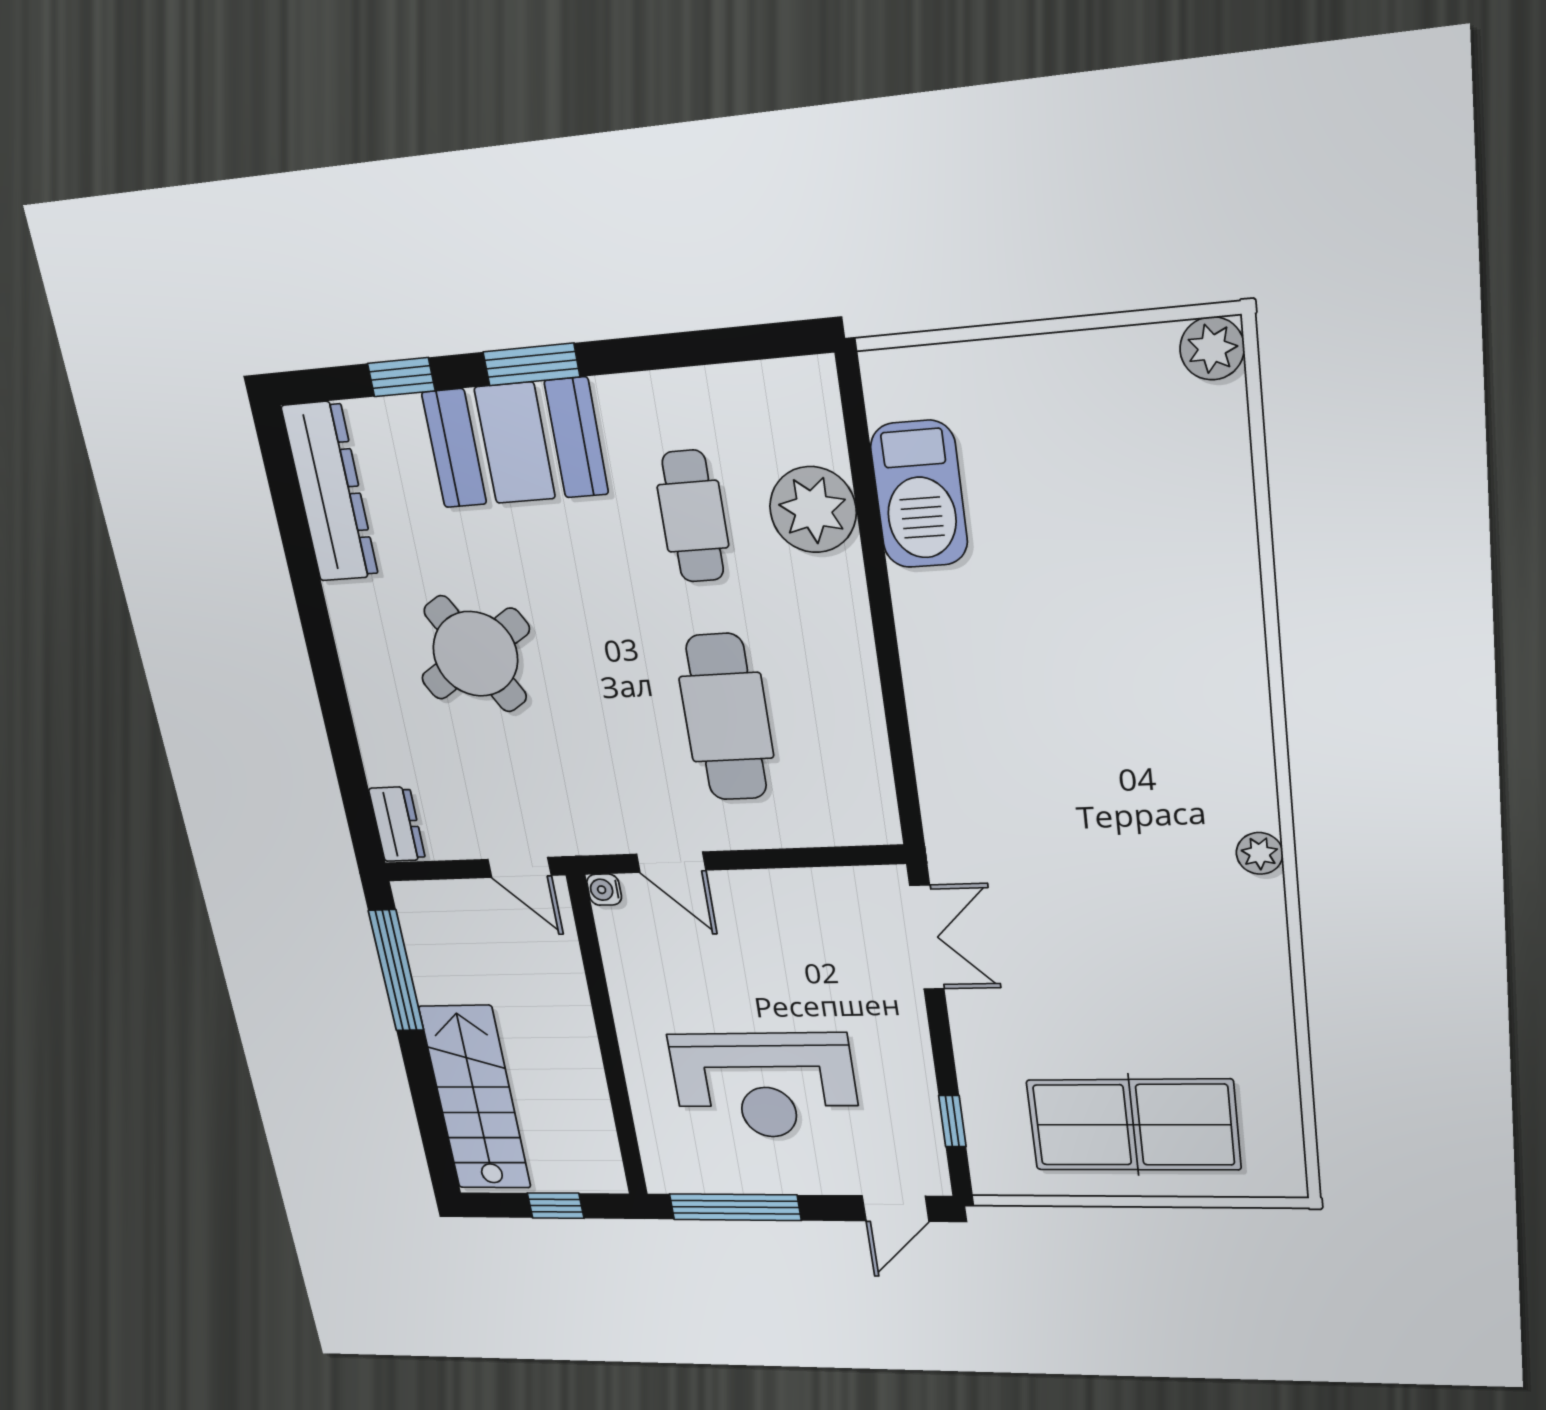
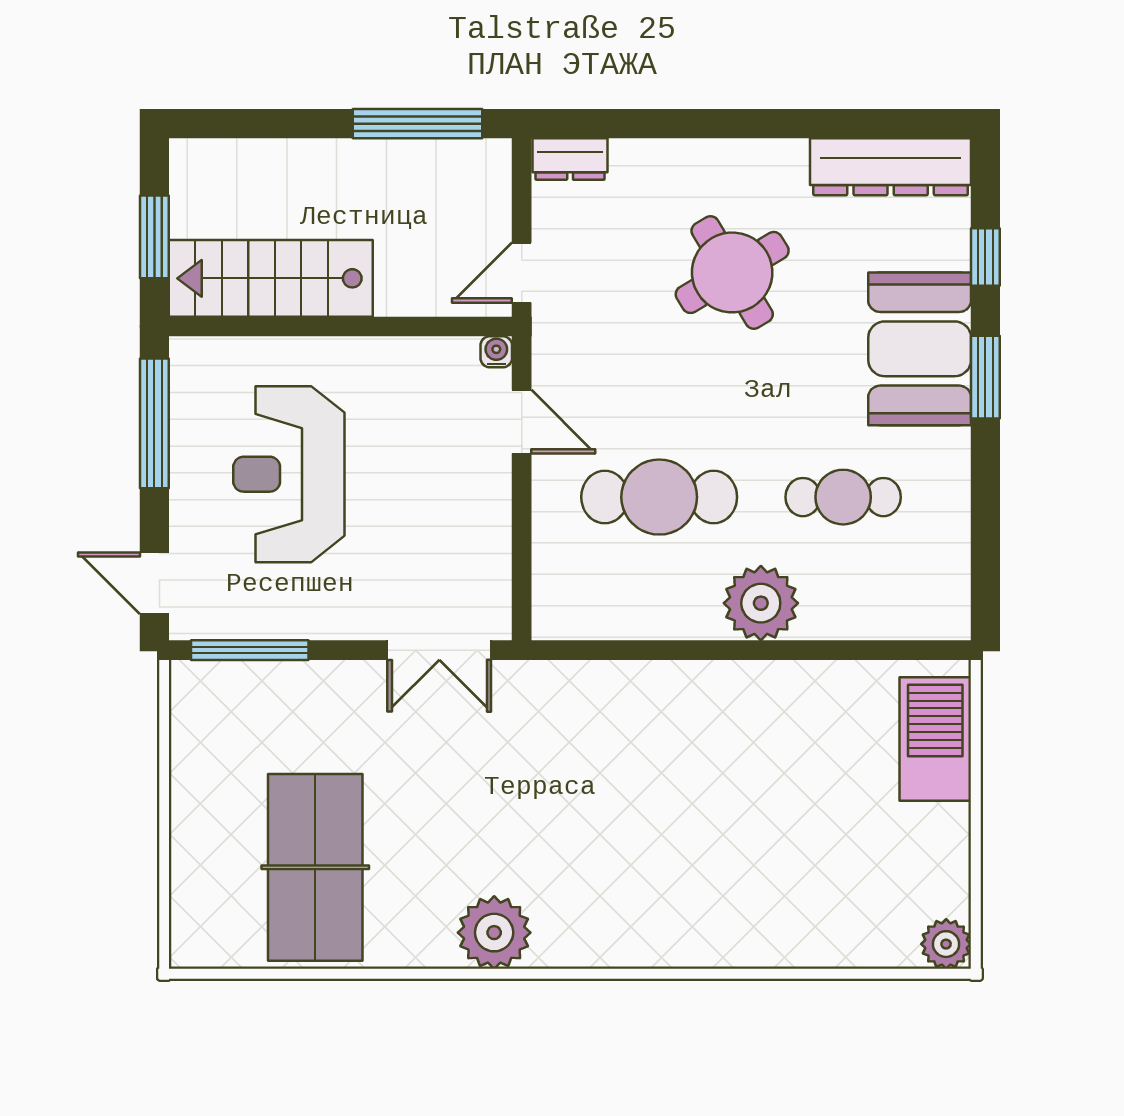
barbecue: (919, 494) -> (935, 739), moved, turned 90
plant: (813, 510) -> (761, 603), moved
plant: (1260, 853) -> (494, 933), width x1.88, depth x1.88
door: (671, 862) -> (522, 422), swing flipped
stairs: (475, 1098) -> (271, 278), moved, turned 180
window: (952, 1121) -> (250, 650), width x2.17
table tennis table: (1133, 1125) -> (315, 867), moved
window: (556, 1206) -> (154, 237), width x1.50

